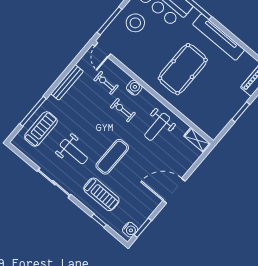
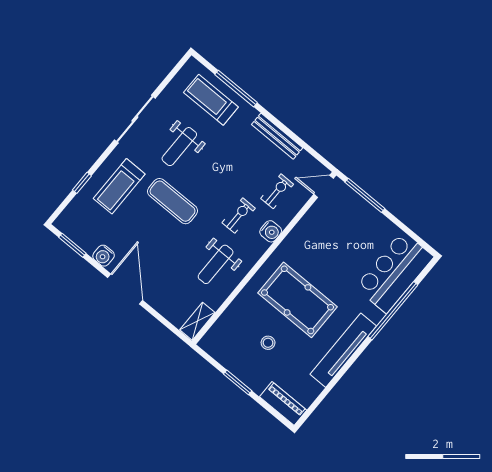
stool: (135, 23) -> (268, 343), moved, width x0.53, depth x0.53
weight bench: (157, 127) -> (216, 264), turned -90
treadmill: (41, 129) -> (211, 100), turned 180
water cooler: (130, 230) -> (104, 256), moved

